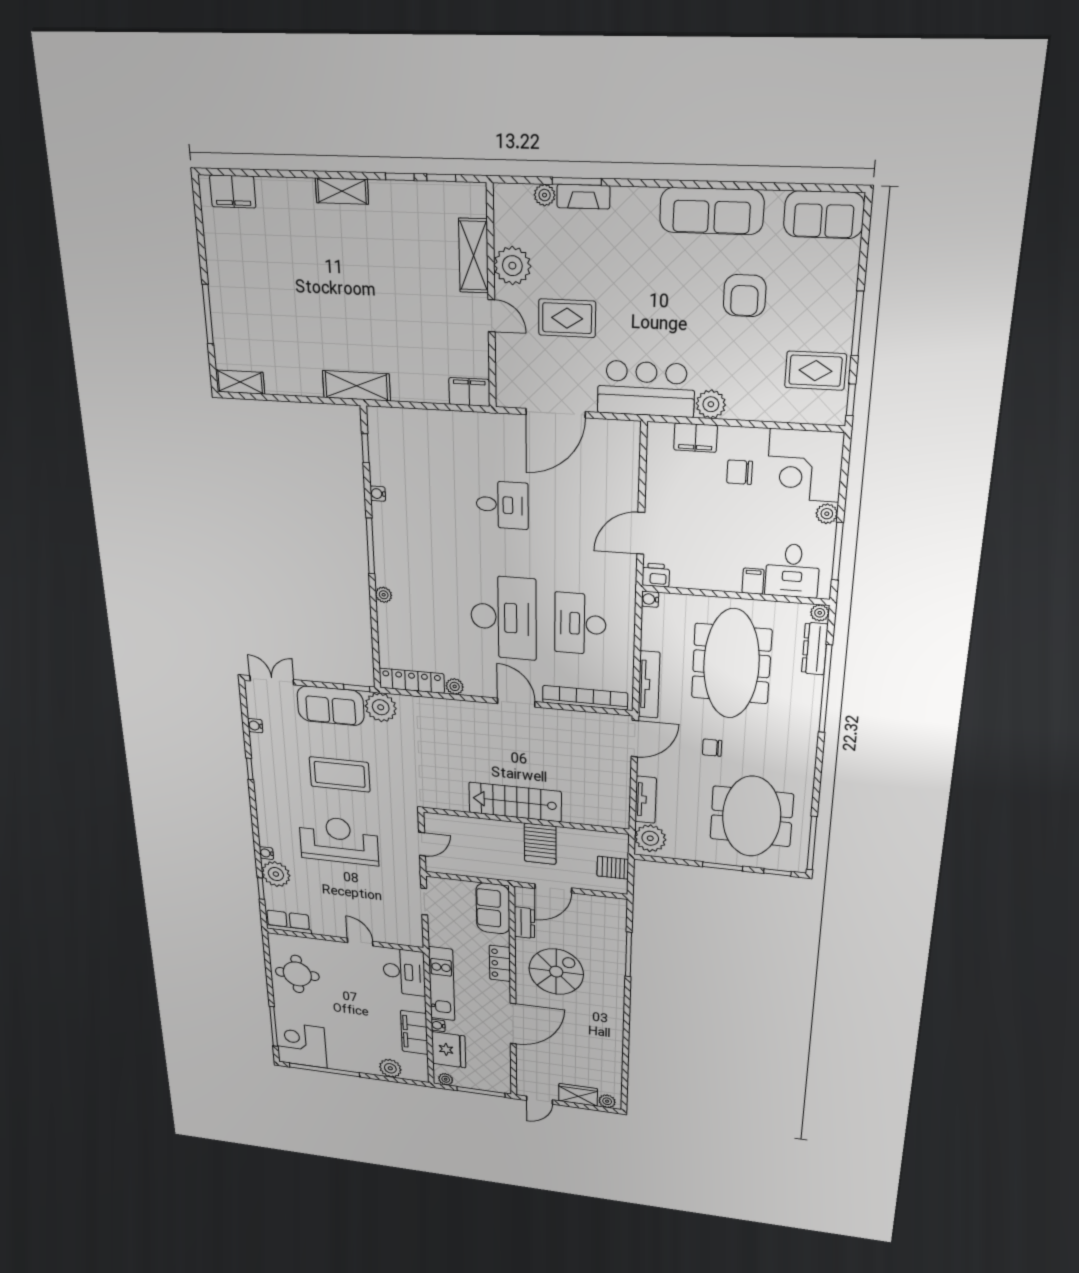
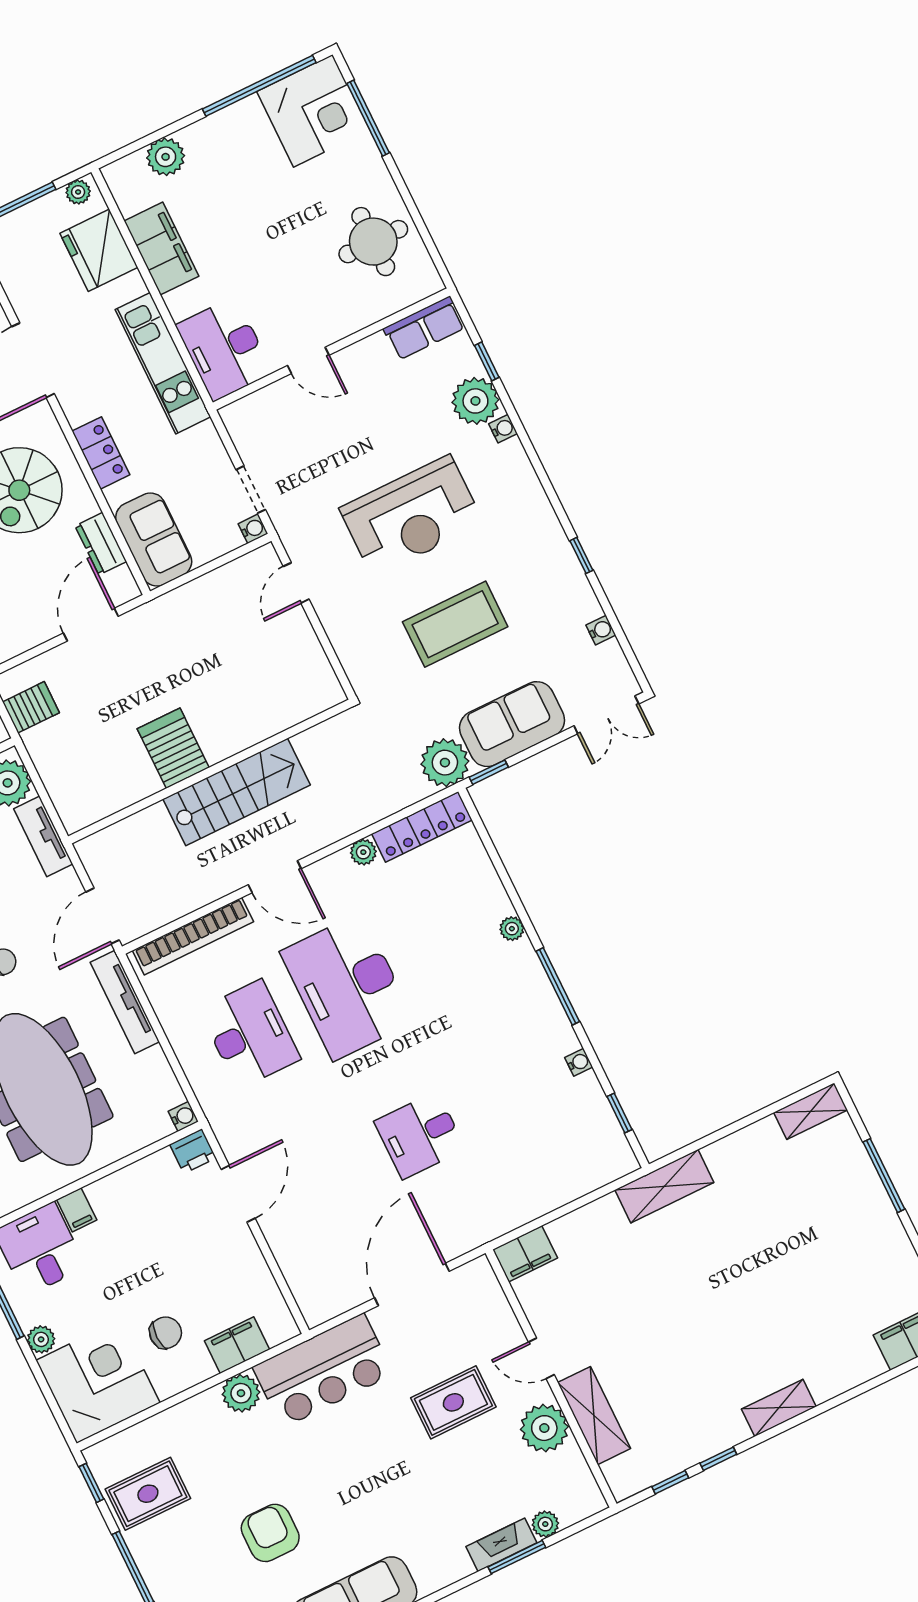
stairs: (515, 802) -> (237, 792), moved
wall: (525, 821) -> (210, 771), moved
server rack: (540, 844) -> (173, 748), moved
water cooler: (438, 1025) -> (253, 529), moved

